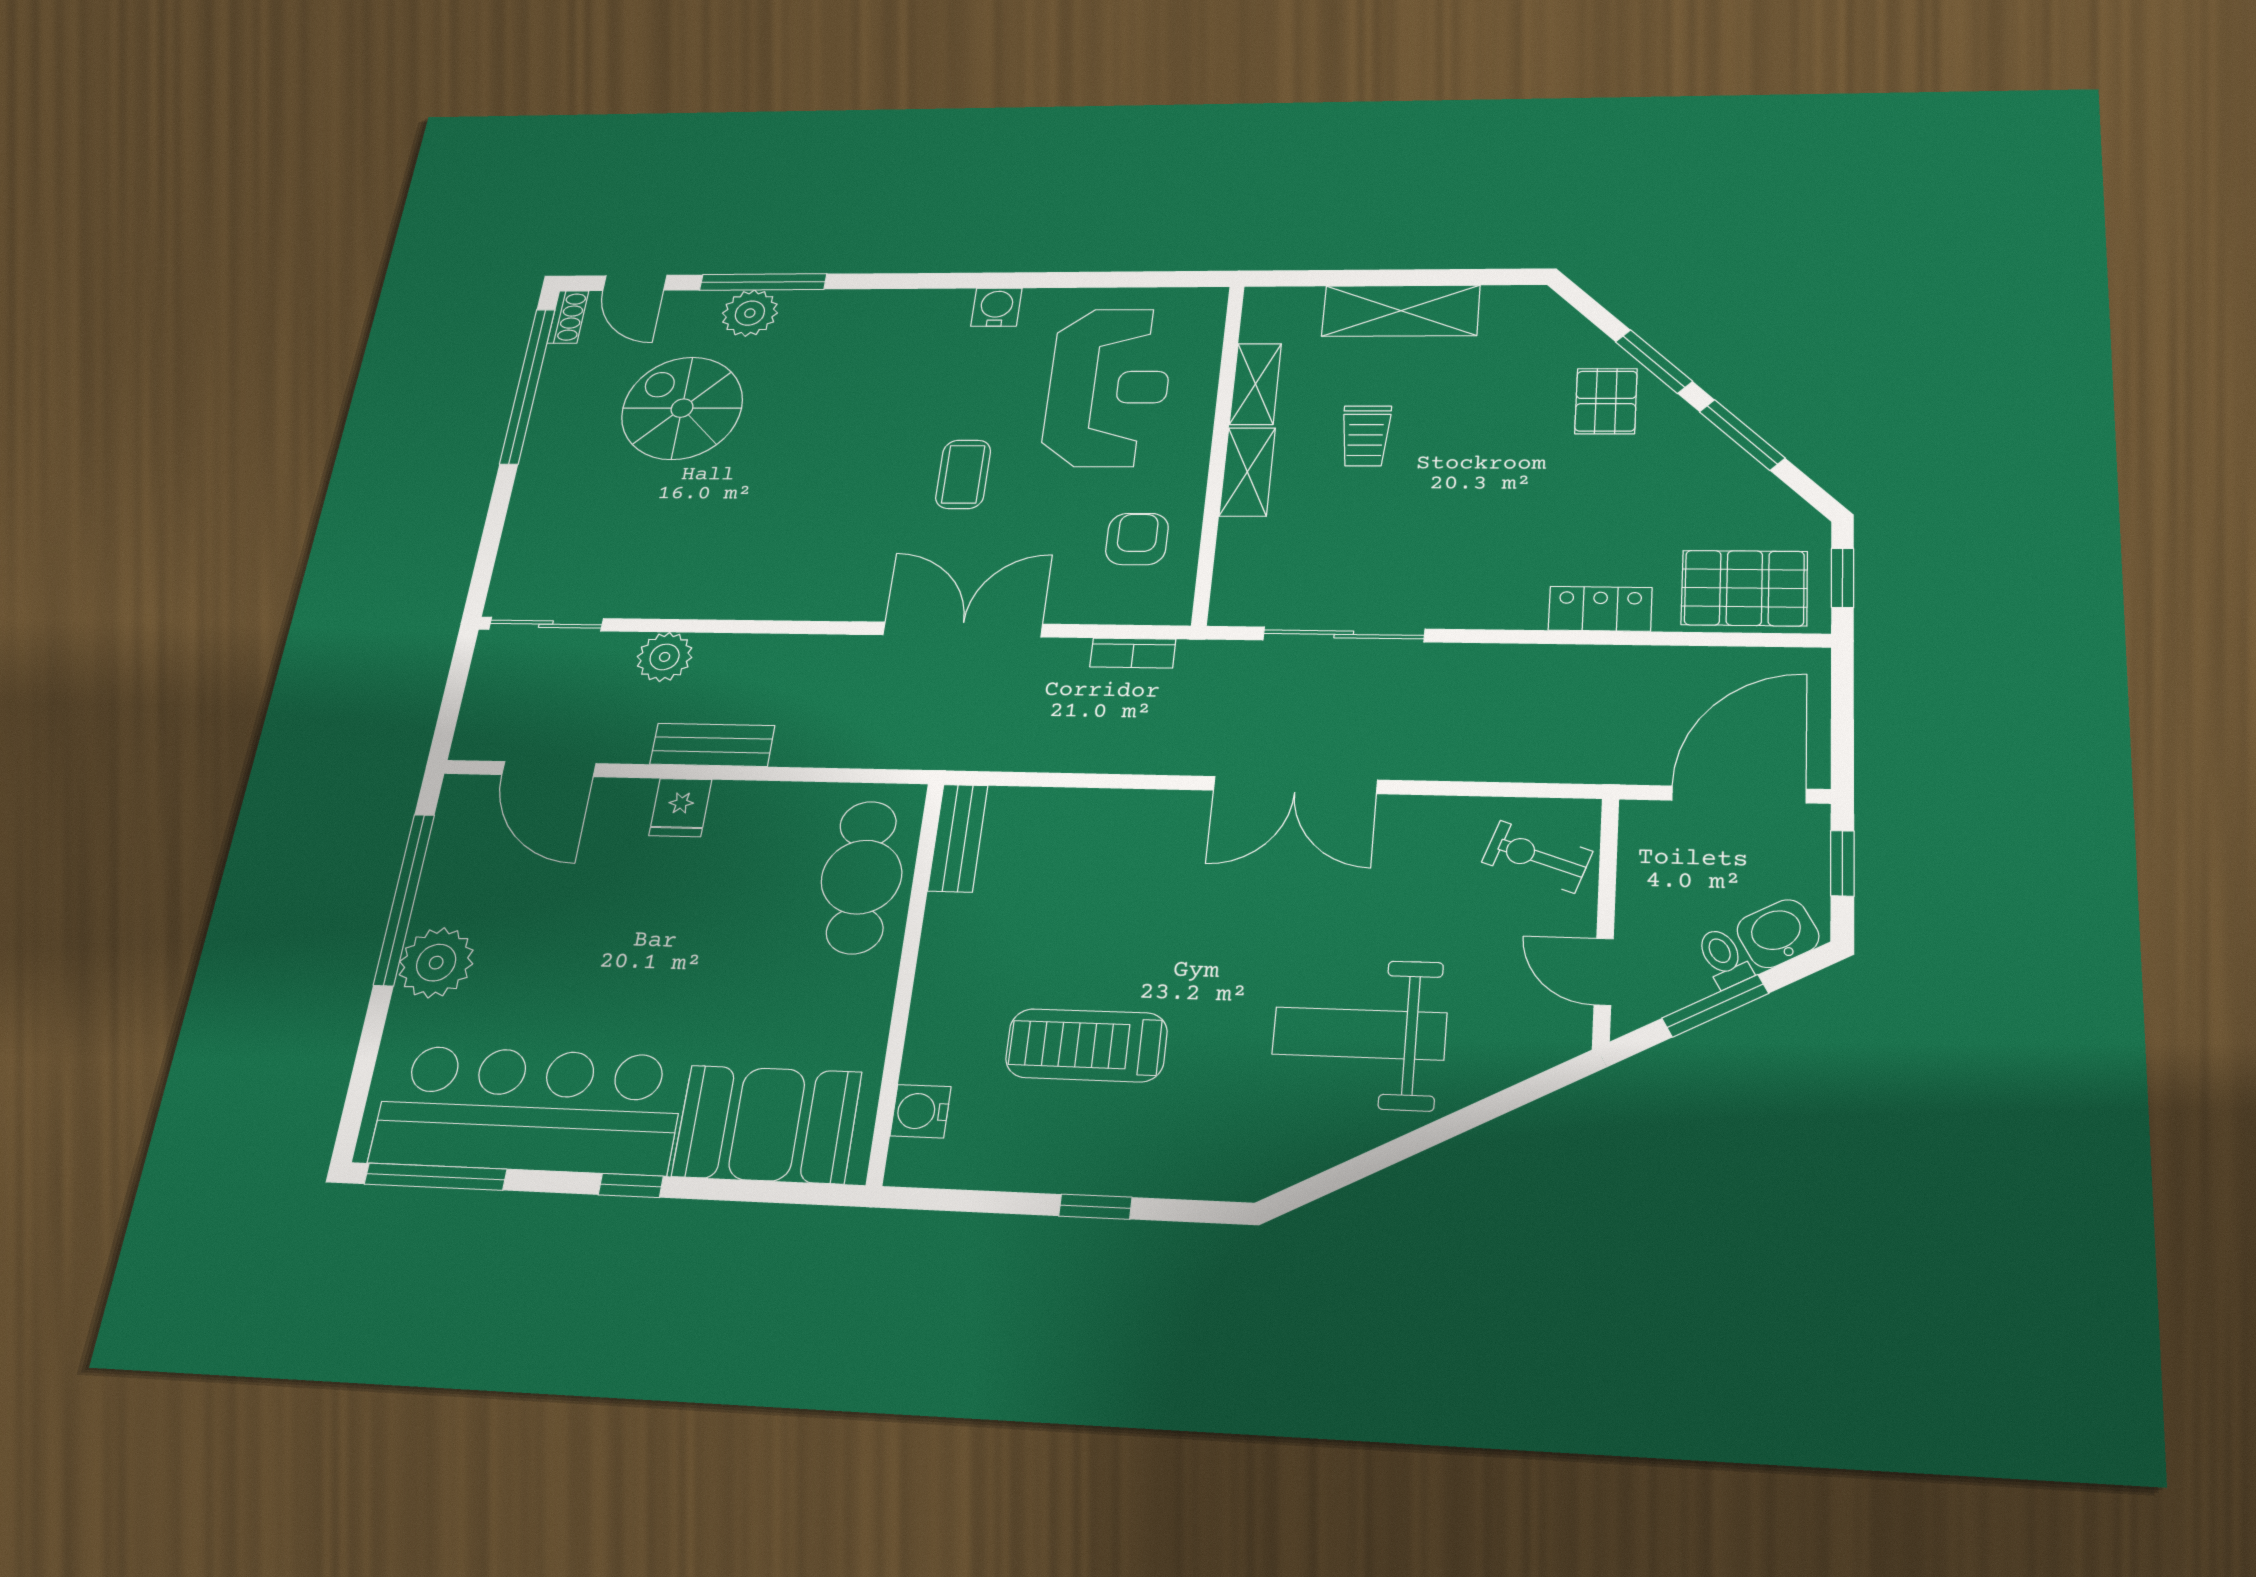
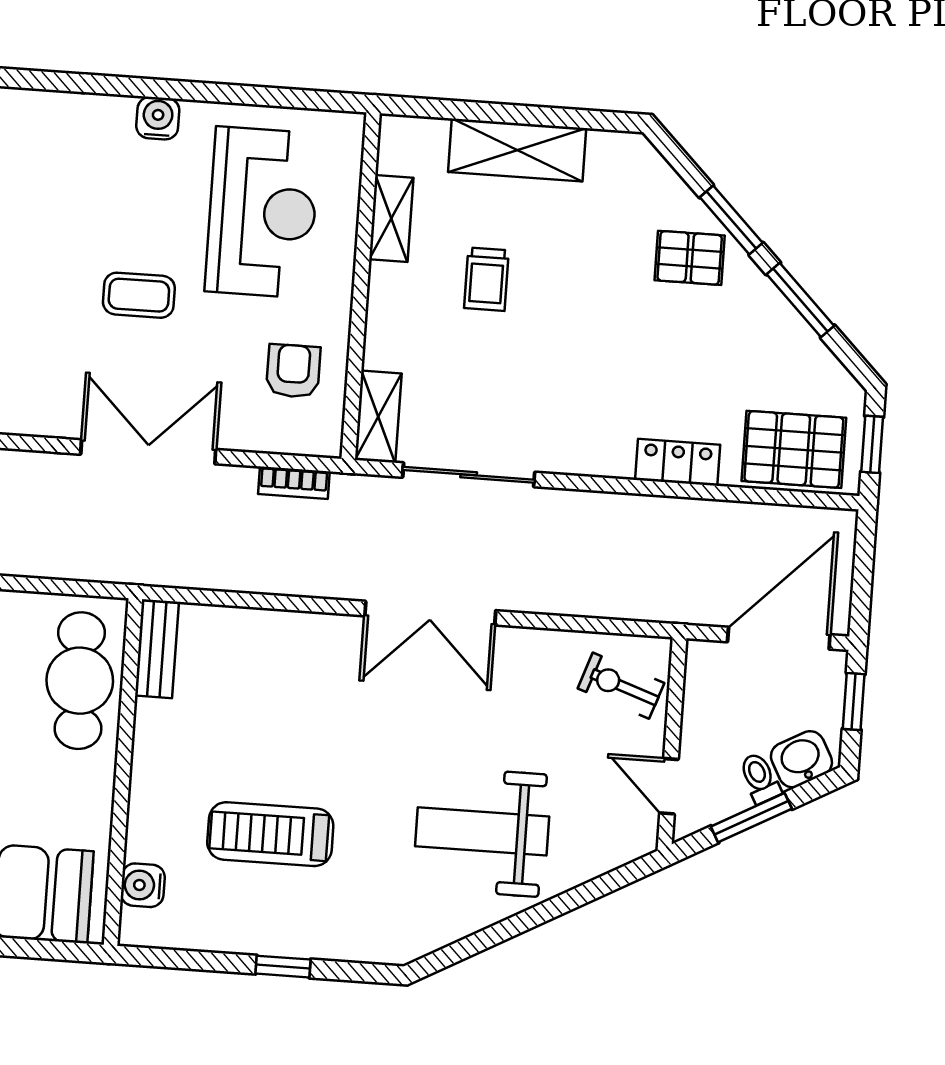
pallet: (1606, 401) -> (690, 258), turned 90
shelving: (1247, 472) -> (378, 417), moved
coffee table: (963, 474) -> (139, 295), turned 90

